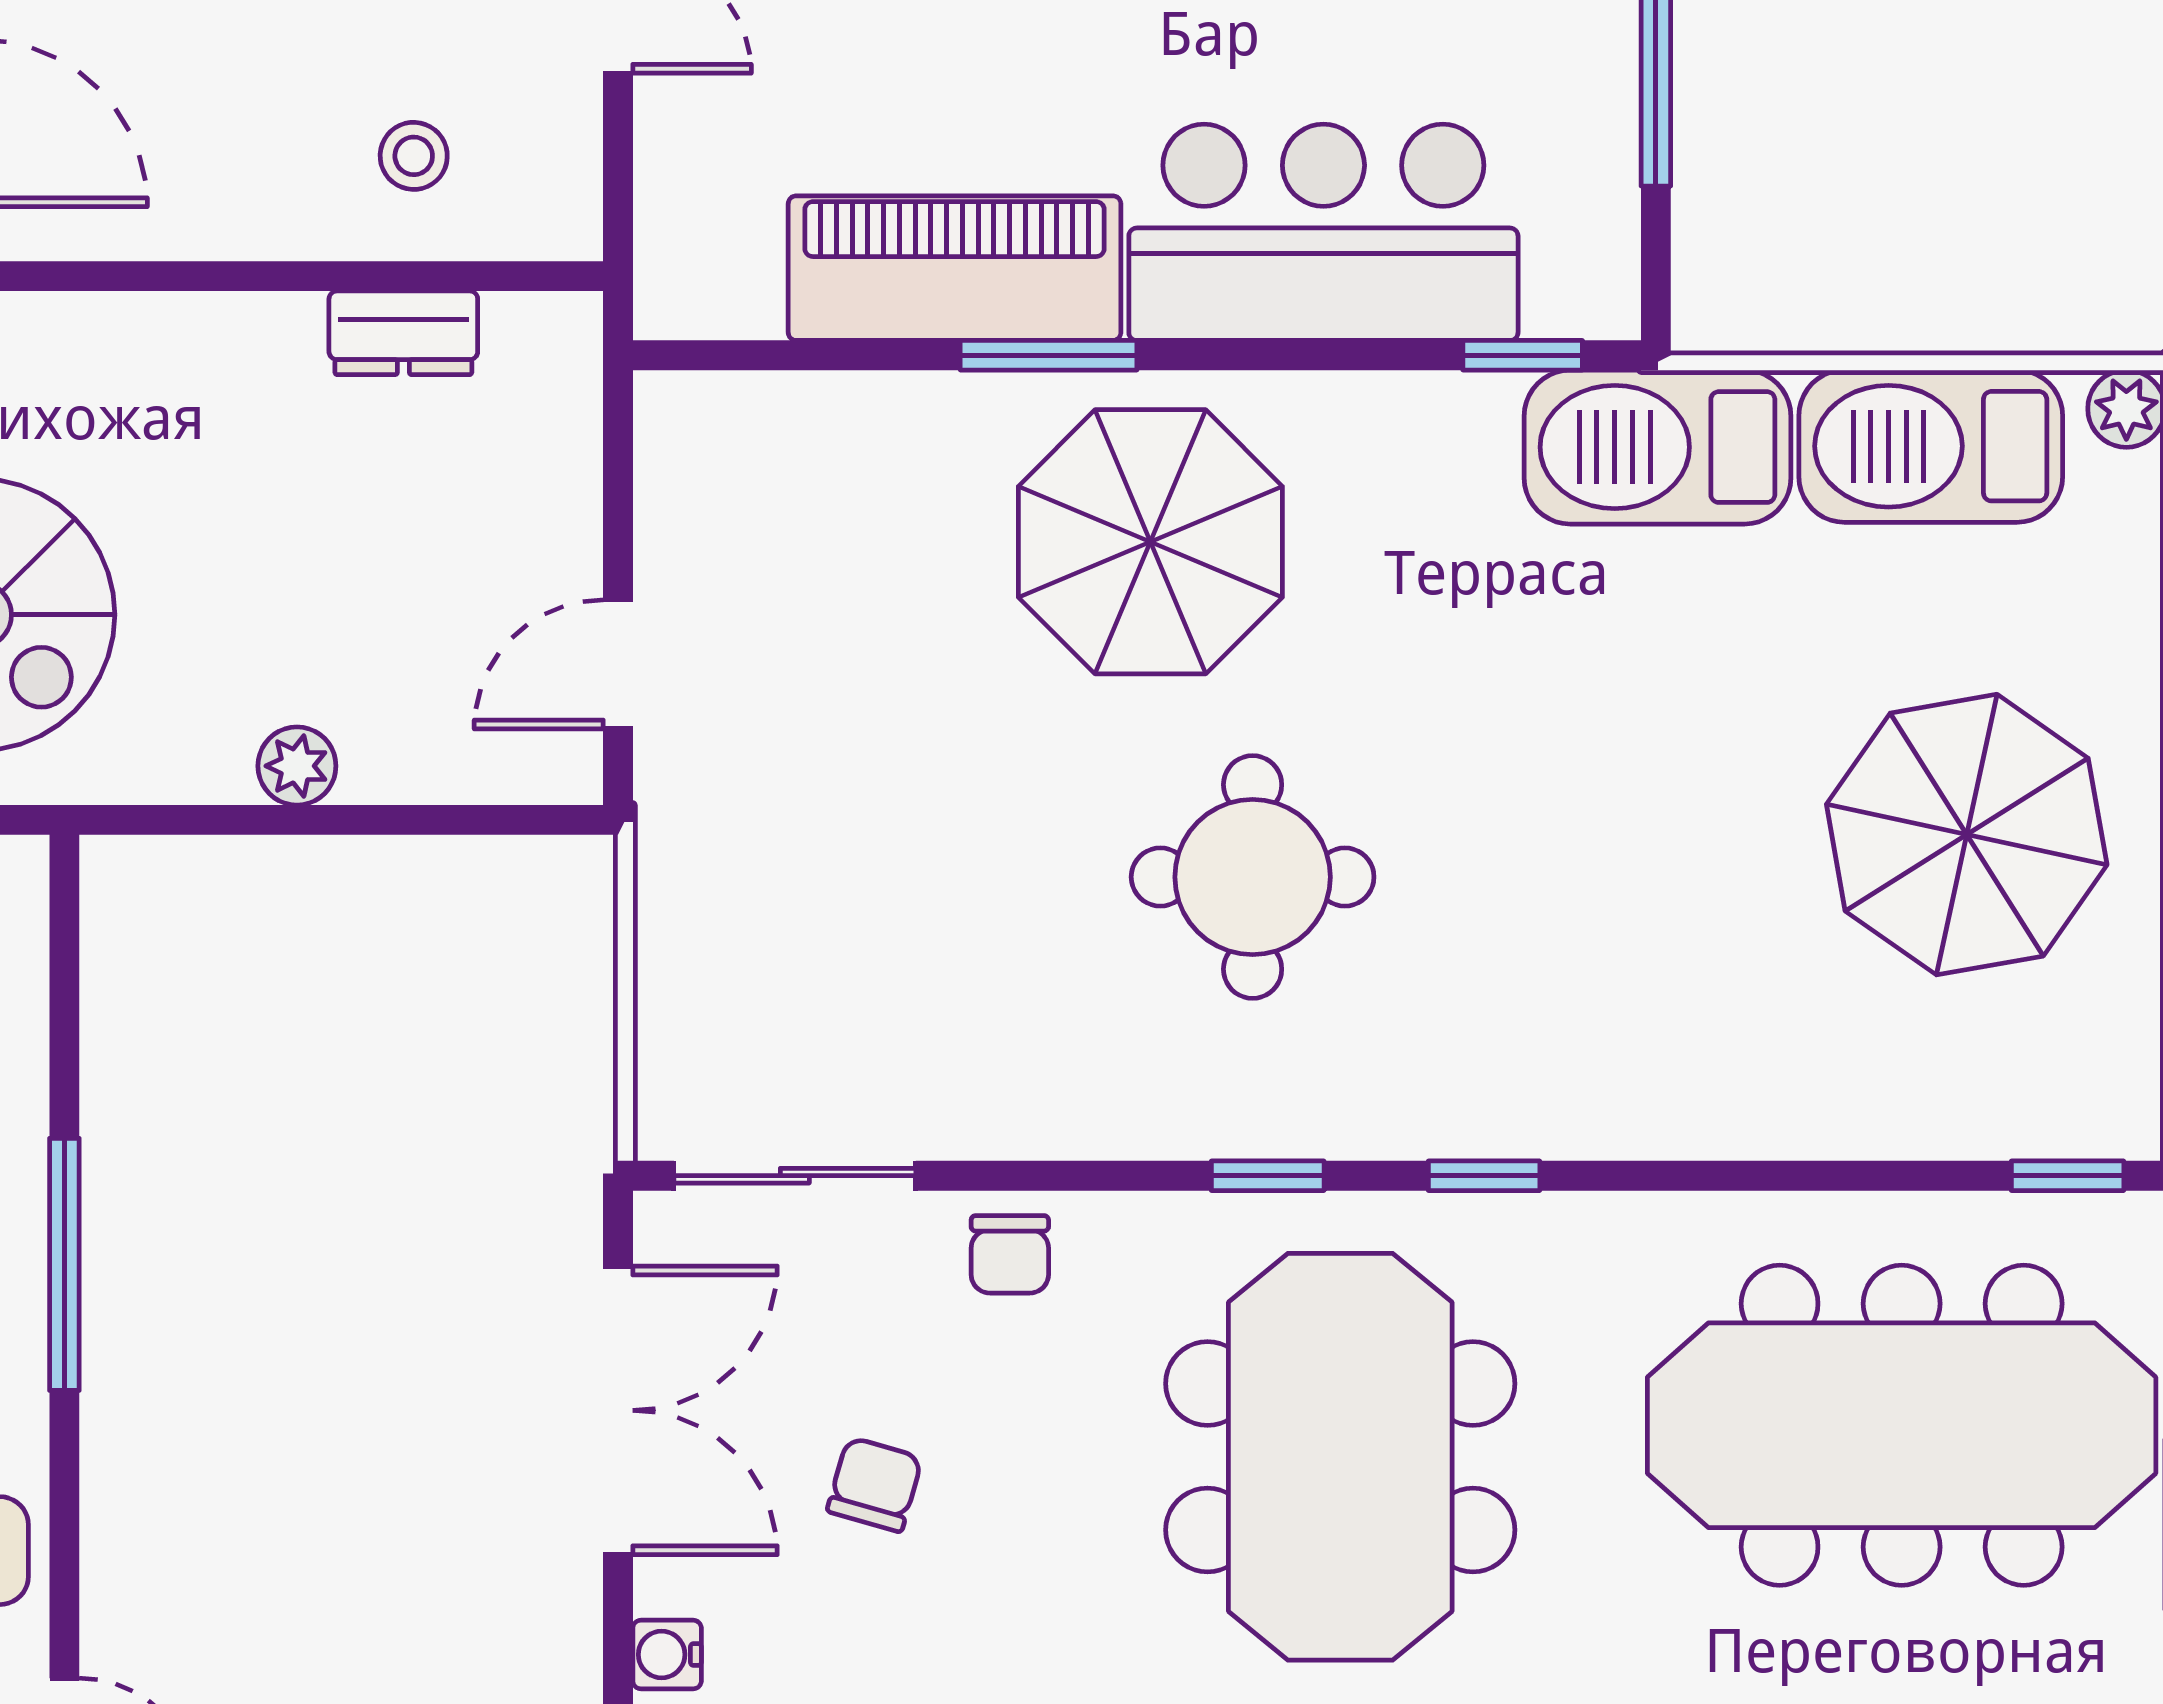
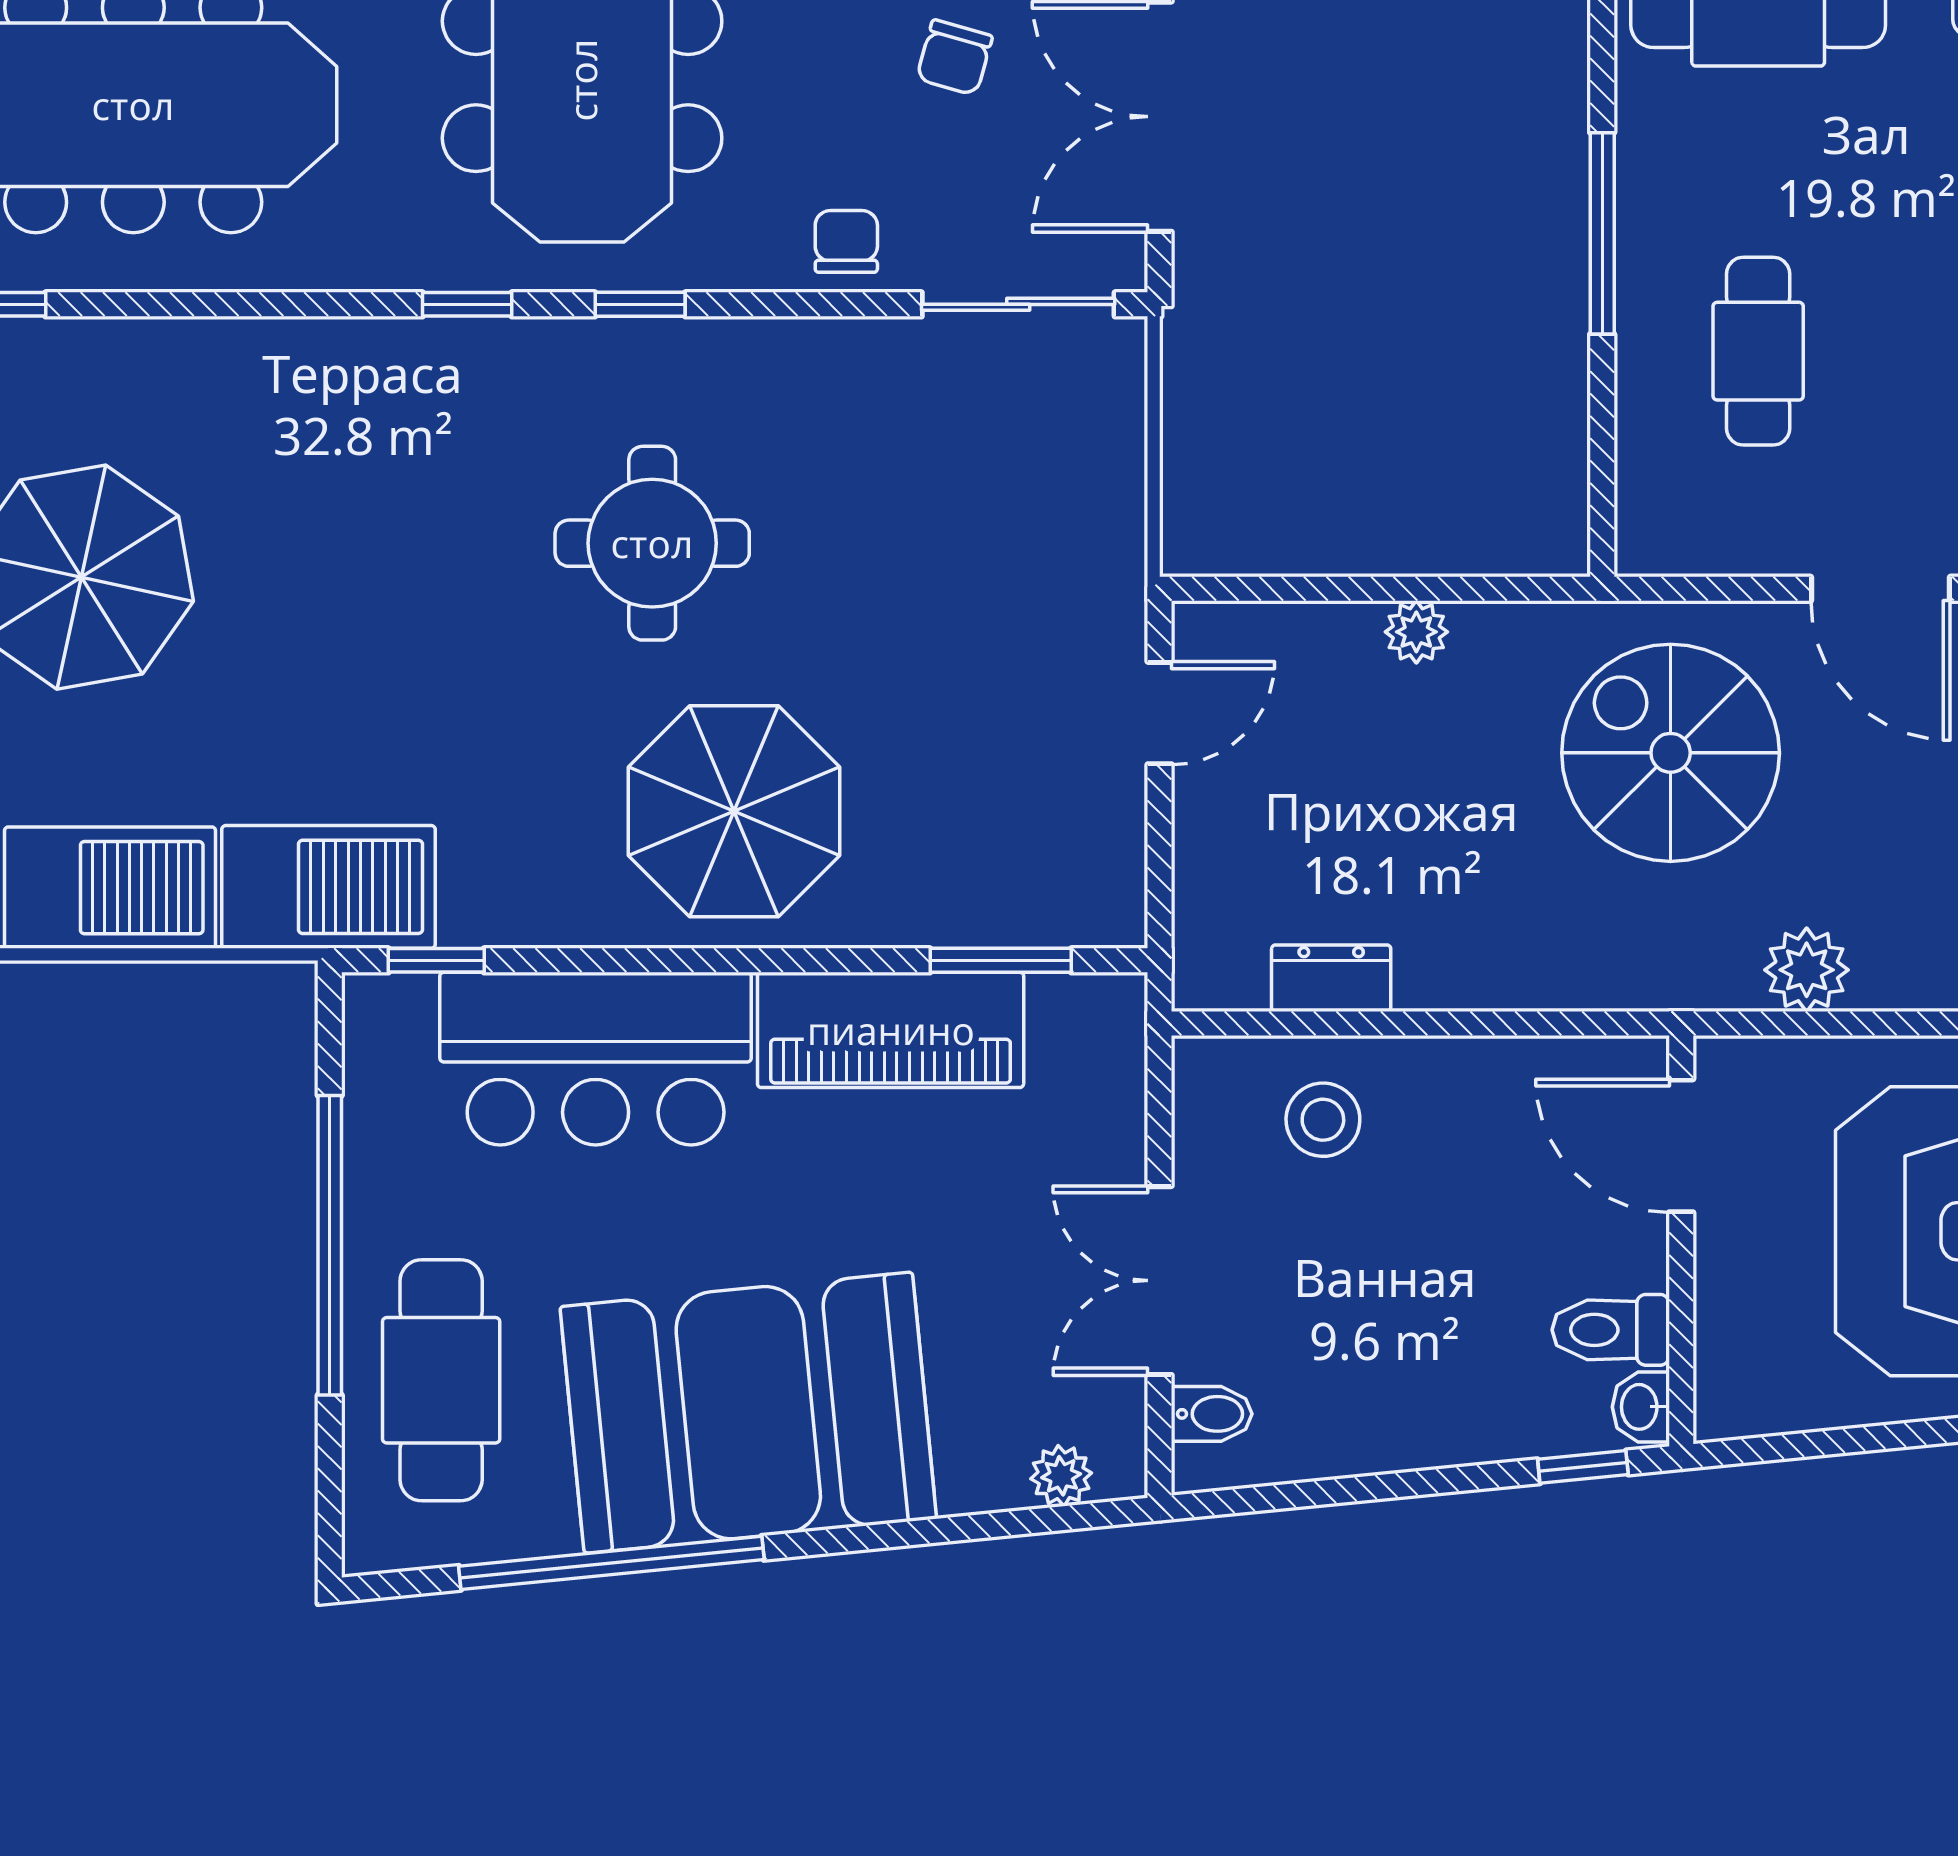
stool: (414, 156) -> (1323, 1120), width x1.37, depth x1.37
window: (1049, 355) -> (1001, 960), moved

